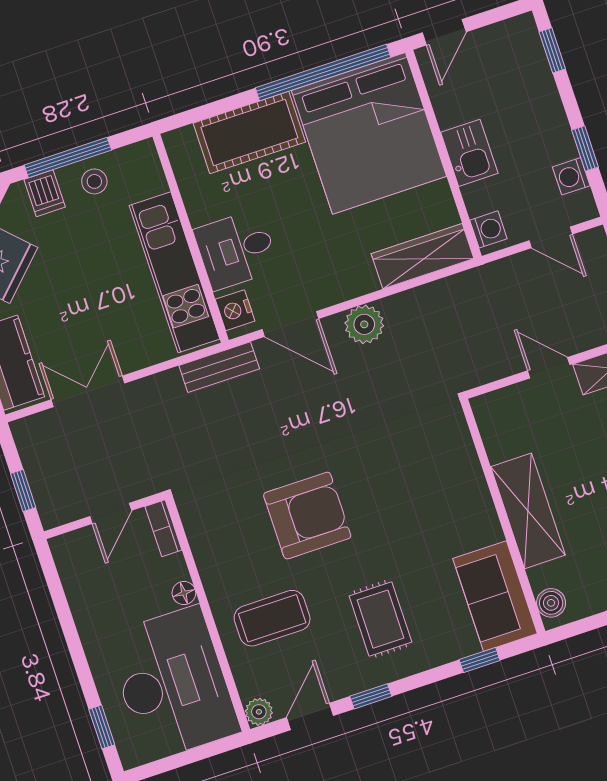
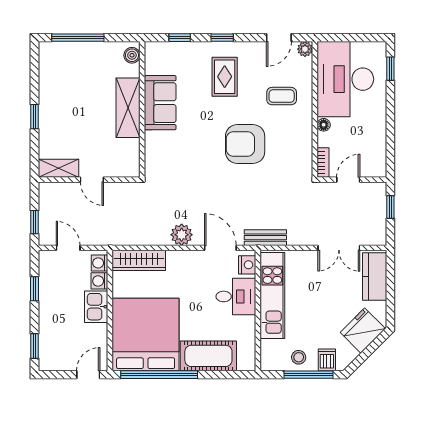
washing machine: (571, 176) -> (99, 281), moved, turned 180
sofa: (495, 596) -> (160, 103), moved
coffee table: (272, 618) -> (282, 96), width x0.73, depth x0.77
window: (371, 696) -> (222, 38), moved

